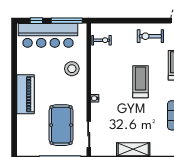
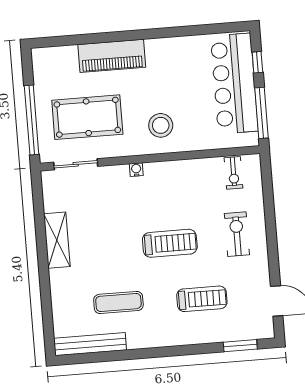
exercise bike: (150, 36) -> (237, 234), moved
stool: (72, 69) -> (161, 125), moved
piano: (25, 94) -> (112, 56), moved

